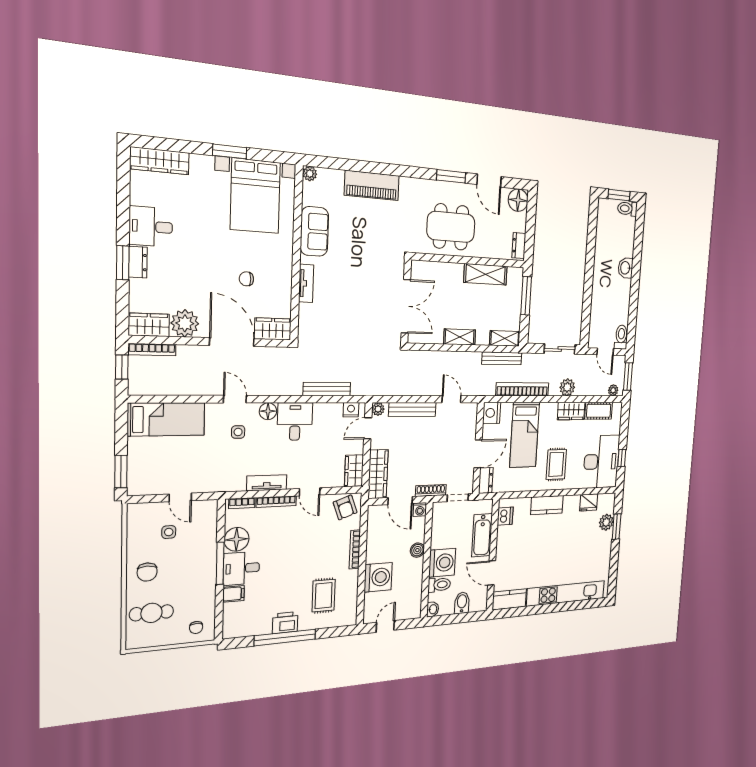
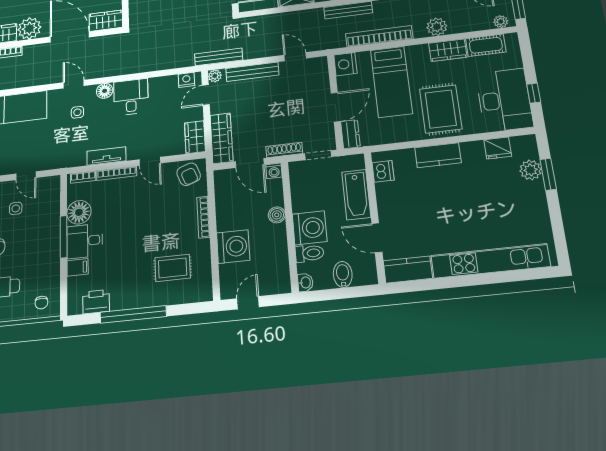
bench: (327, 389) -> (219, 57), moved
rug: (556, 464) -> (441, 109), width x1.36, depth x1.43
rug: (324, 596) -> (173, 268), turned 90
printer: (285, 623) -> (96, 302), moved

